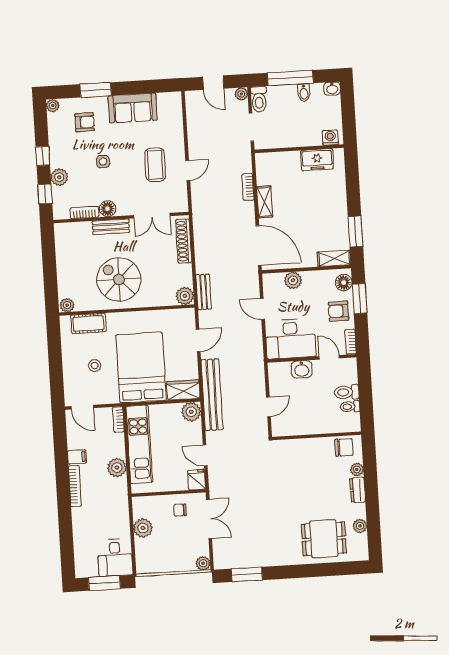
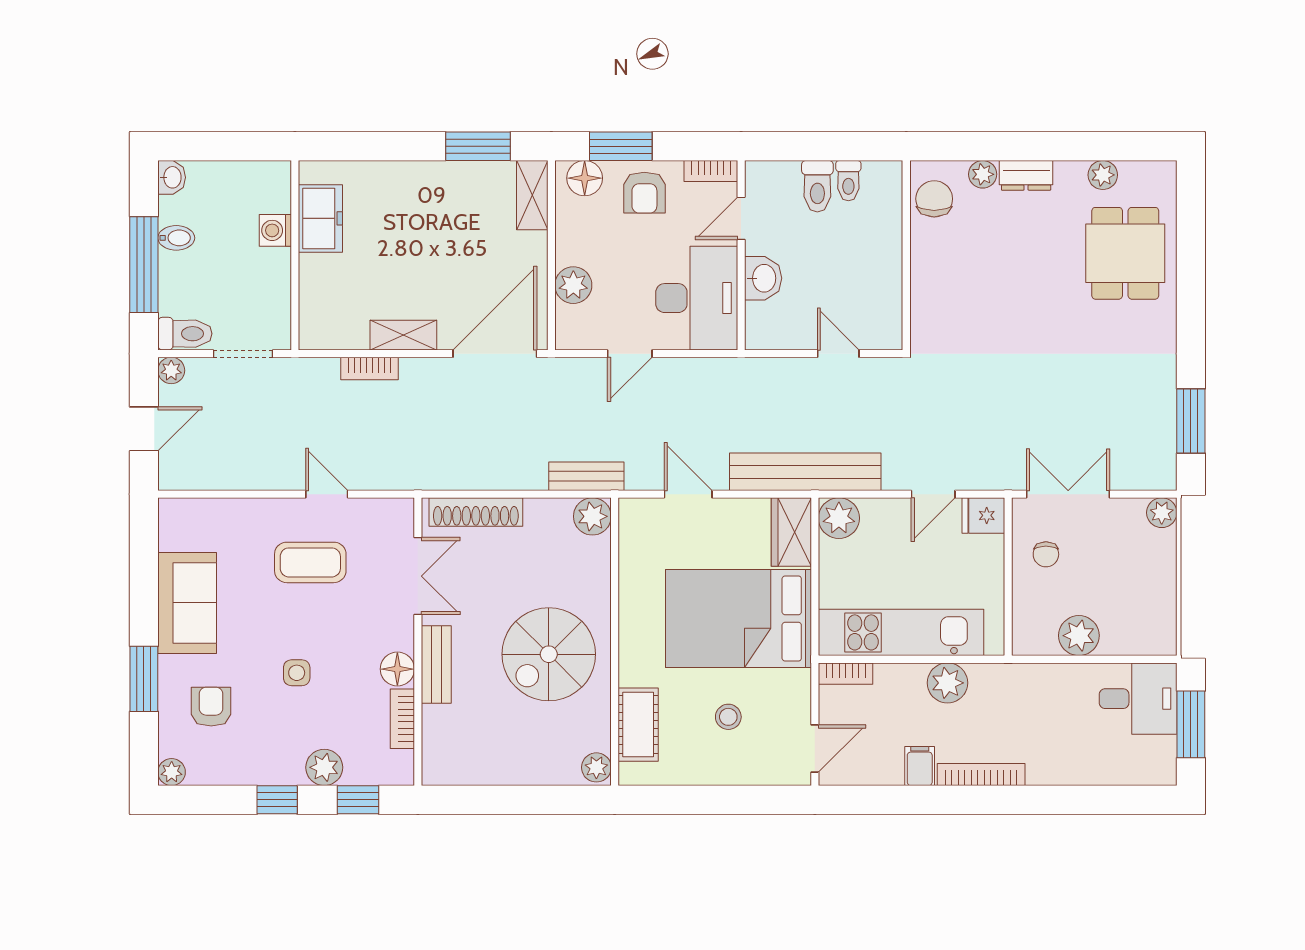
washing machine: (330, 138) -> (275, 230), moved

